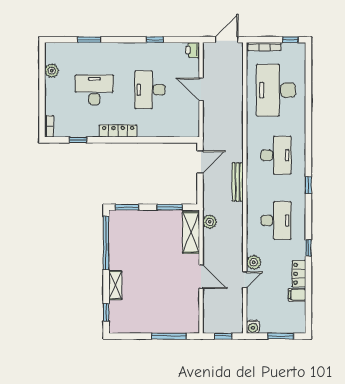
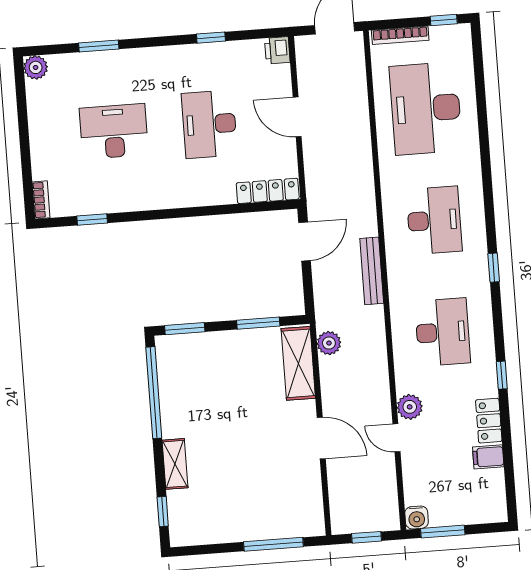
plant: (52, 71) -> (36, 67), moved
locker: (118, 131) -> (268, 191), moved
door: (245, 280) -> (396, 438), swing flipped
window: (280, 336) -> (443, 532), moved

